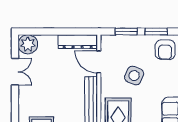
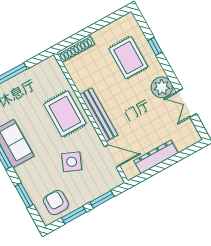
dresser: (78, 42) -> (156, 157), moved
plant: (28, 44) -> (162, 87), moved

